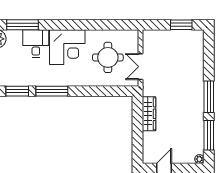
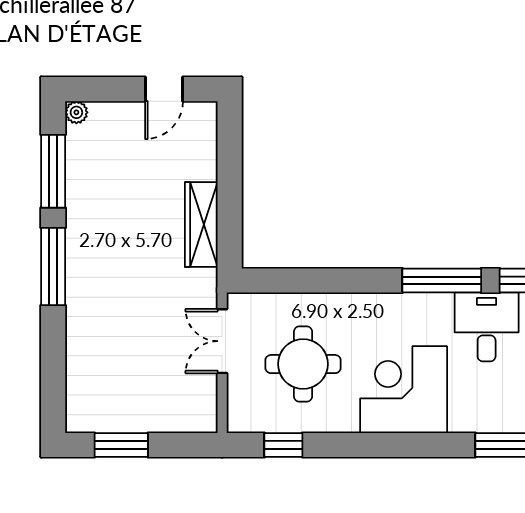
window: (116, 25) -> (283, 445), added
desk: (36, 44) -> (487, 327), moved, turned 180
double door: (141, 67) -> (222, 341), swing flipped

